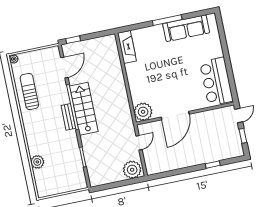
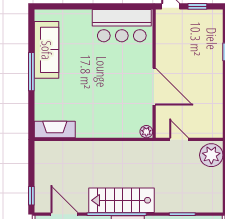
plant: (143, 112) -> (146, 132), width x0.53, depth x0.53

